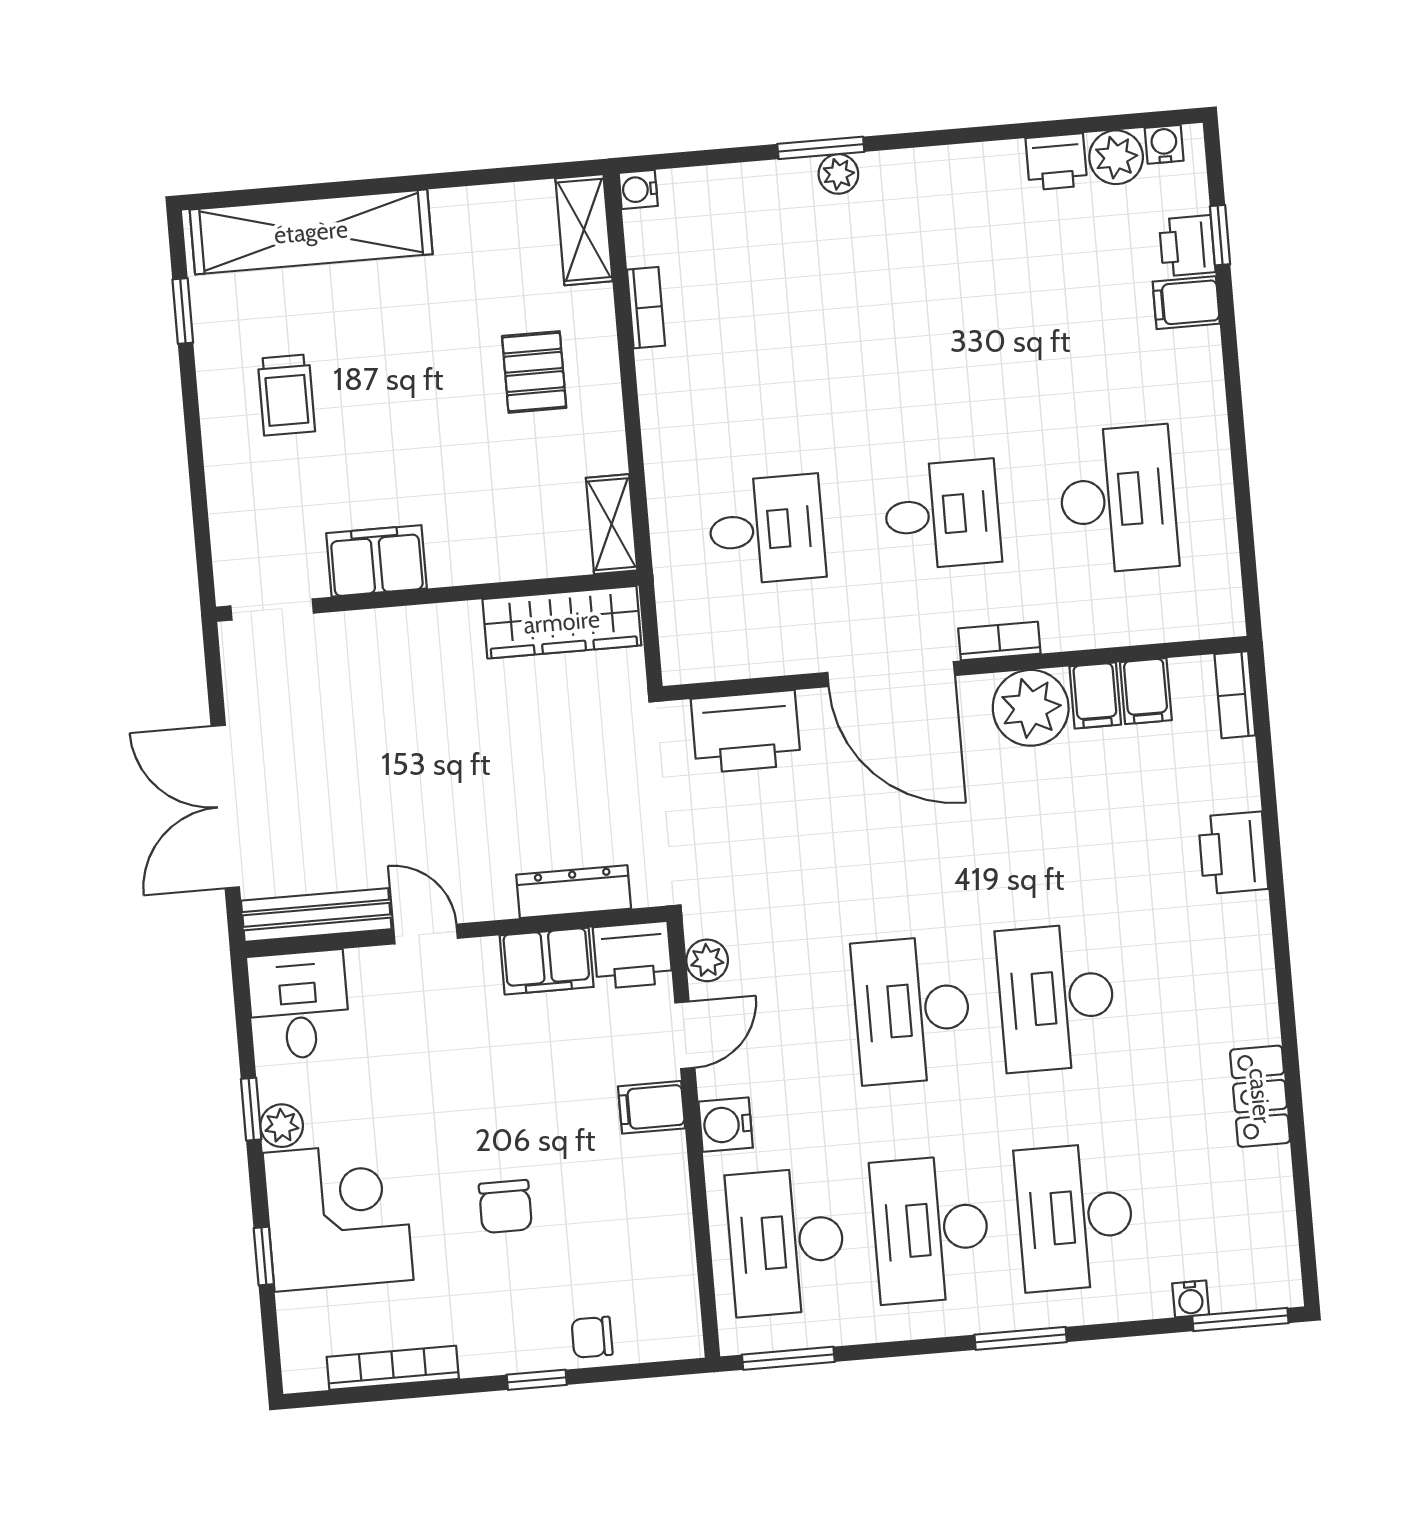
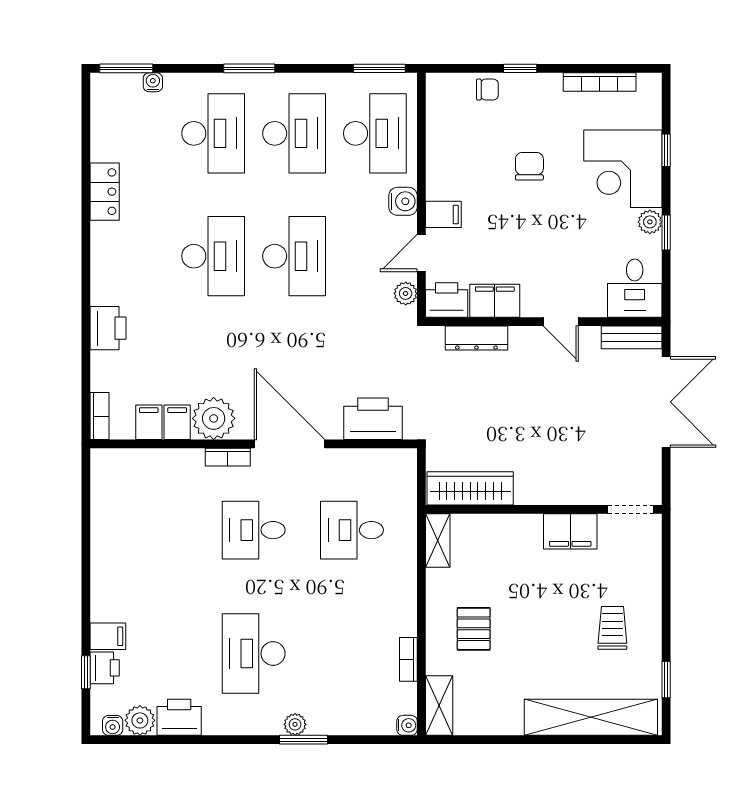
printer: (1056, 162) -> (179, 717), width x1.36, depth x1.24
desk: (1118, 500) -> (254, 654), moved
bench: (316, 915) -> (632, 337), width x0.73

